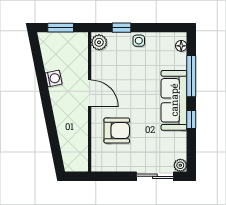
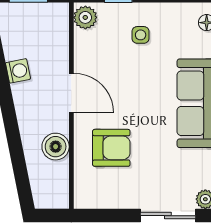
side table: (139, 41) -> (141, 35), moved
boiler: (79, 130) -> (56, 147), added

